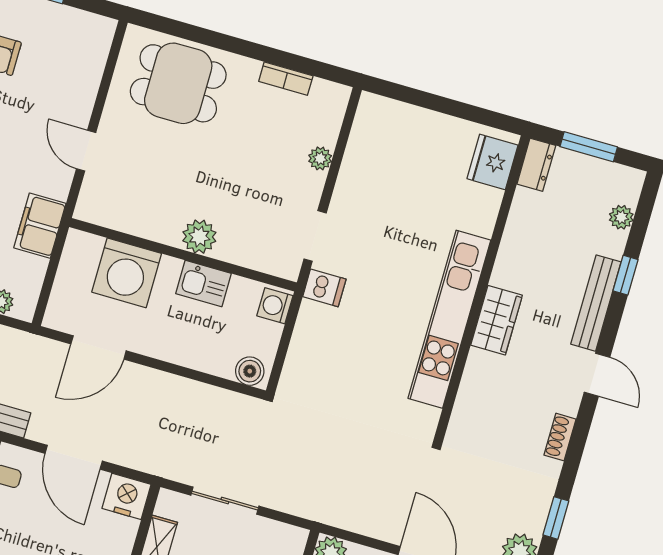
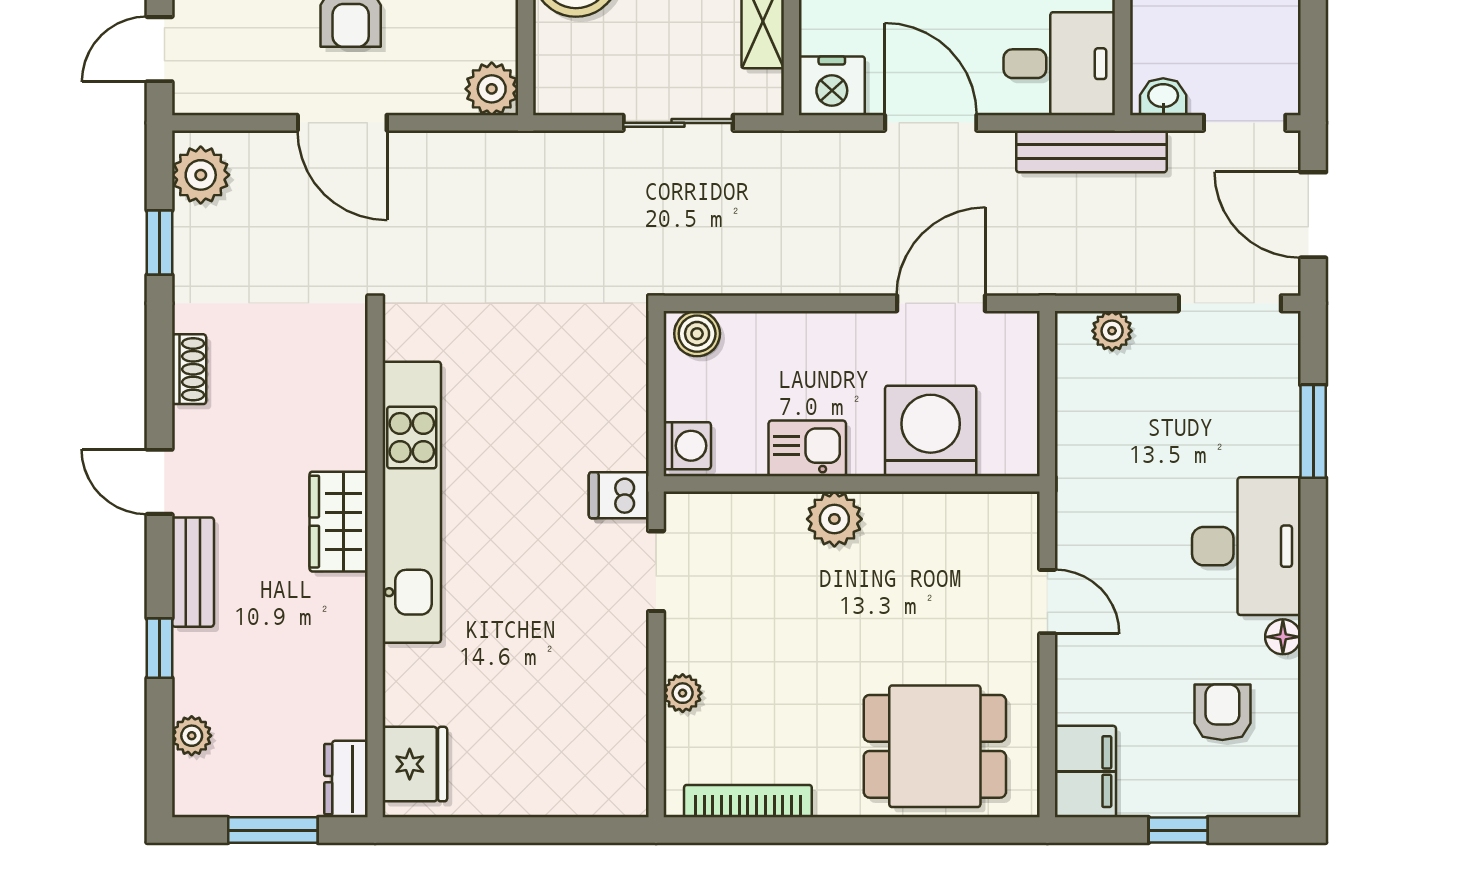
bookcase: (286, 79) -> (748, 801), width x1.56
filing cabinet: (40, 226) -> (1085, 772), moved
bench: (596, 303) -> (193, 572), width x0.73

